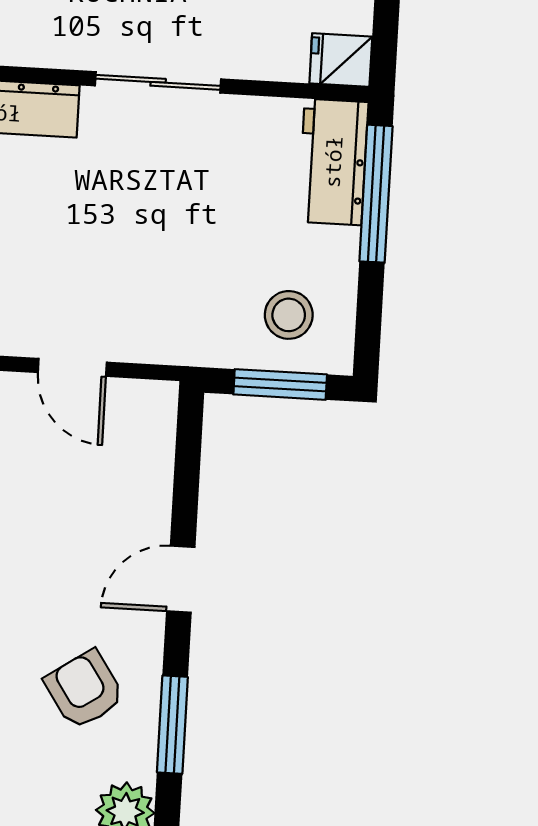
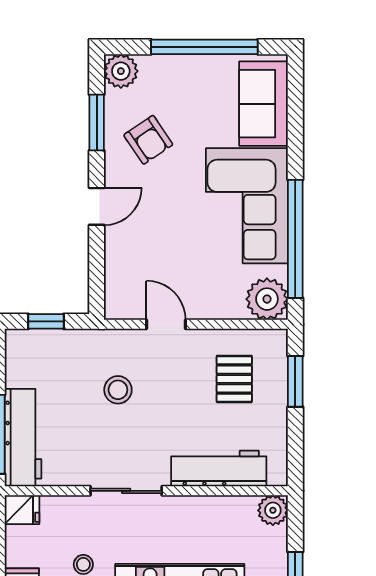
workbench: (333, 162) -> (23, 438), width x1.38
stool: (289, 315) -> (118, 390), moved
window: (280, 384) -> (46, 321), width x0.67

